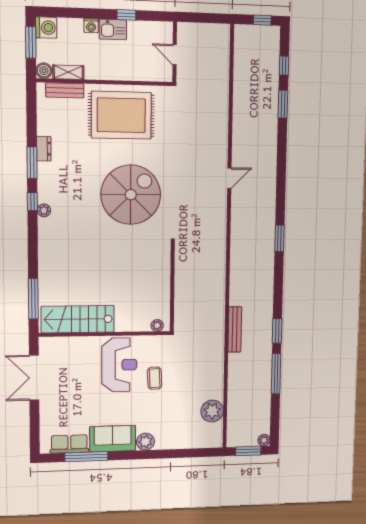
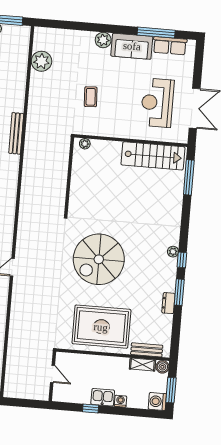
reception desk: (119, 365) -> (157, 103), moved

